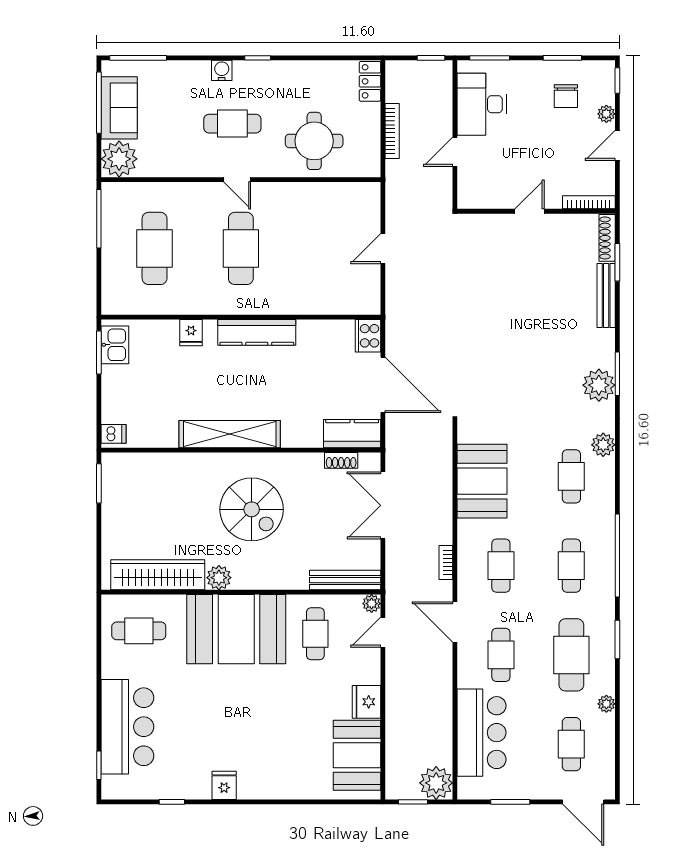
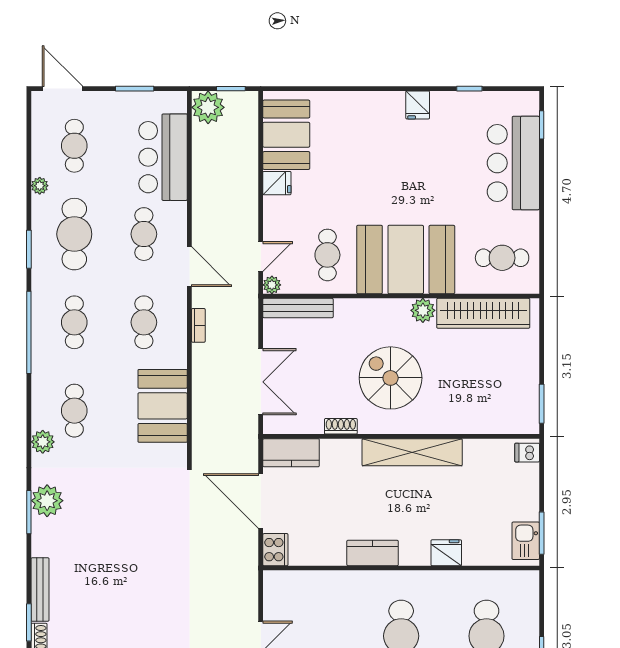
kitchen counter: (257, 332) -> (373, 553), width x0.67
fridge: (191, 333) -> (446, 553), width x1.38
shoe rack: (341, 460) -> (341, 426), moved
fridge: (366, 702) -> (277, 183), width x0.72

